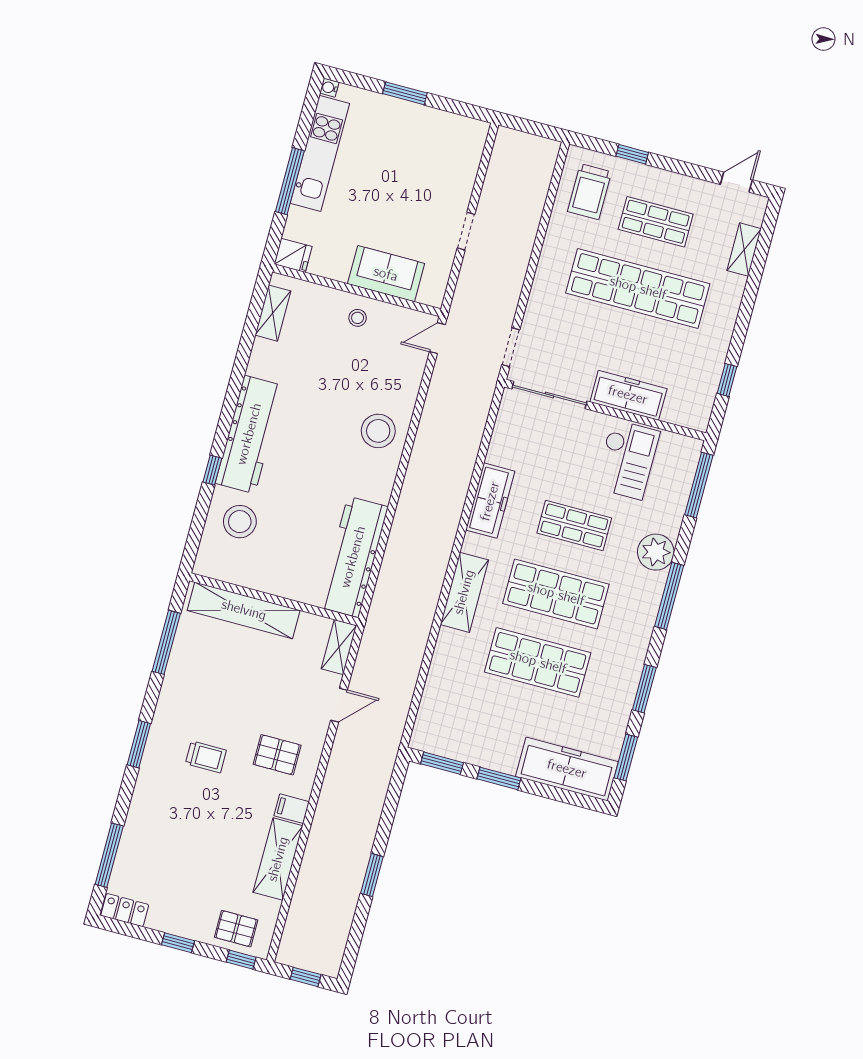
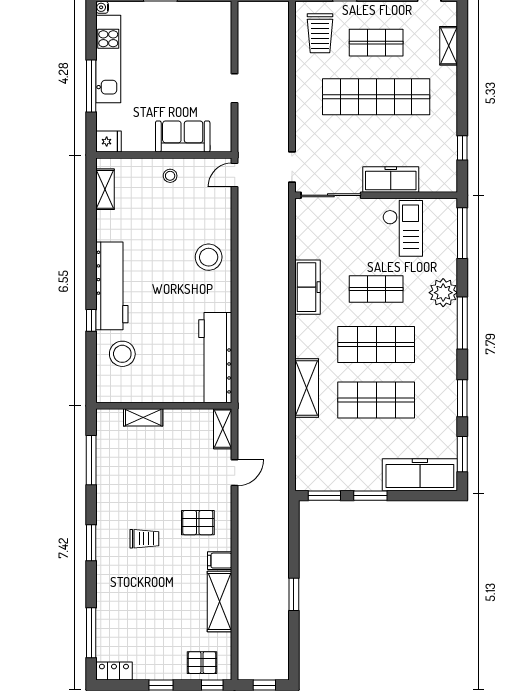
shelving: (464, 592) -> (307, 388), moved
shelving: (244, 610) -> (143, 417), width x0.45, depth x0.75

